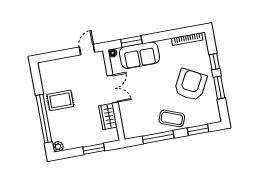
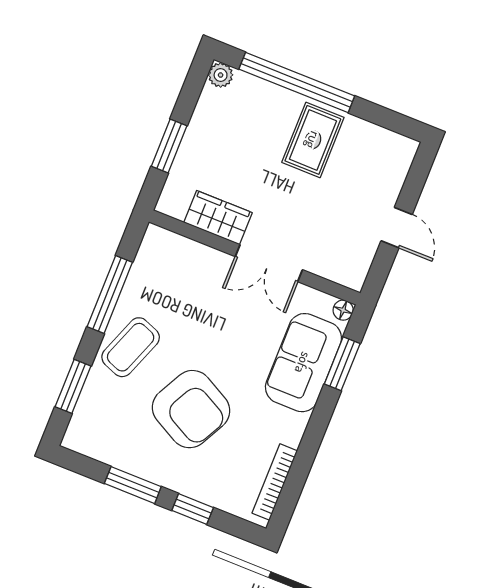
door: (87, 50) -> (397, 228), moved
armchair: (191, 85) -> (191, 409), moved

